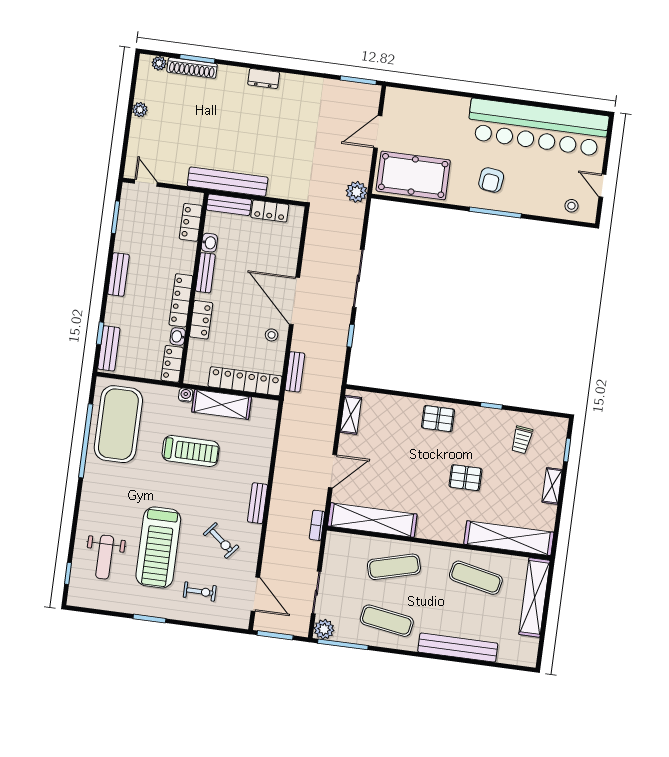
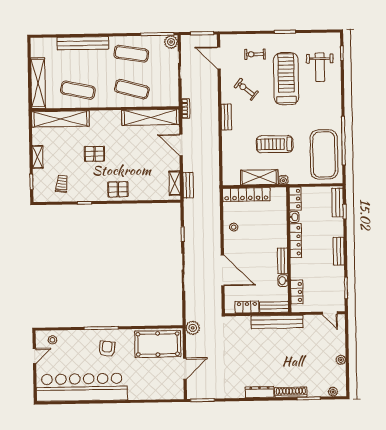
shoe rack: (192, 68) -> (291, 392), moved
dresser: (264, 78) -> (260, 392), width x1.44
door: (602, 186) -> (34, 356), hinge flipped
door: (294, 301) -> (223, 270), moved
locker: (201, 320) -> (281, 230), removed
bench: (295, 372) -> (188, 185), moved
door: (332, 471) -> (181, 145), hinge flipped
weight bench: (105, 557) -> (320, 67), turned 180
exercise mat: (394, 567) -> (132, 89), turned 30

